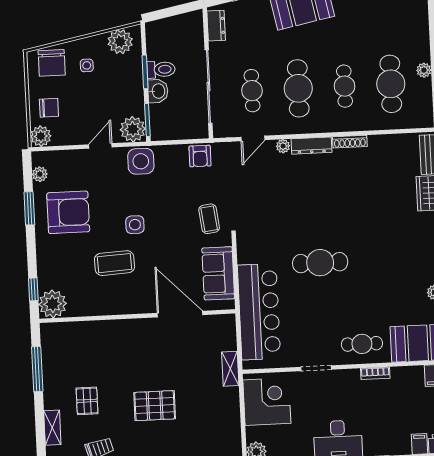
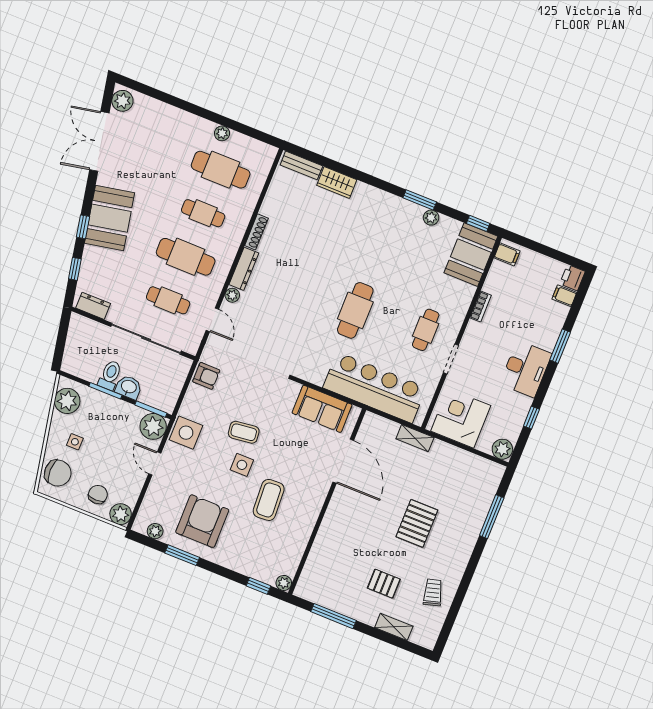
coffee table: (209, 219) -> (244, 432), moved
plant: (53, 304) -> (284, 583), width x0.53, depth x0.53
door: (180, 314) -> (343, 461), swing flipped
cafe table: (362, 344) -> (426, 330), moved

